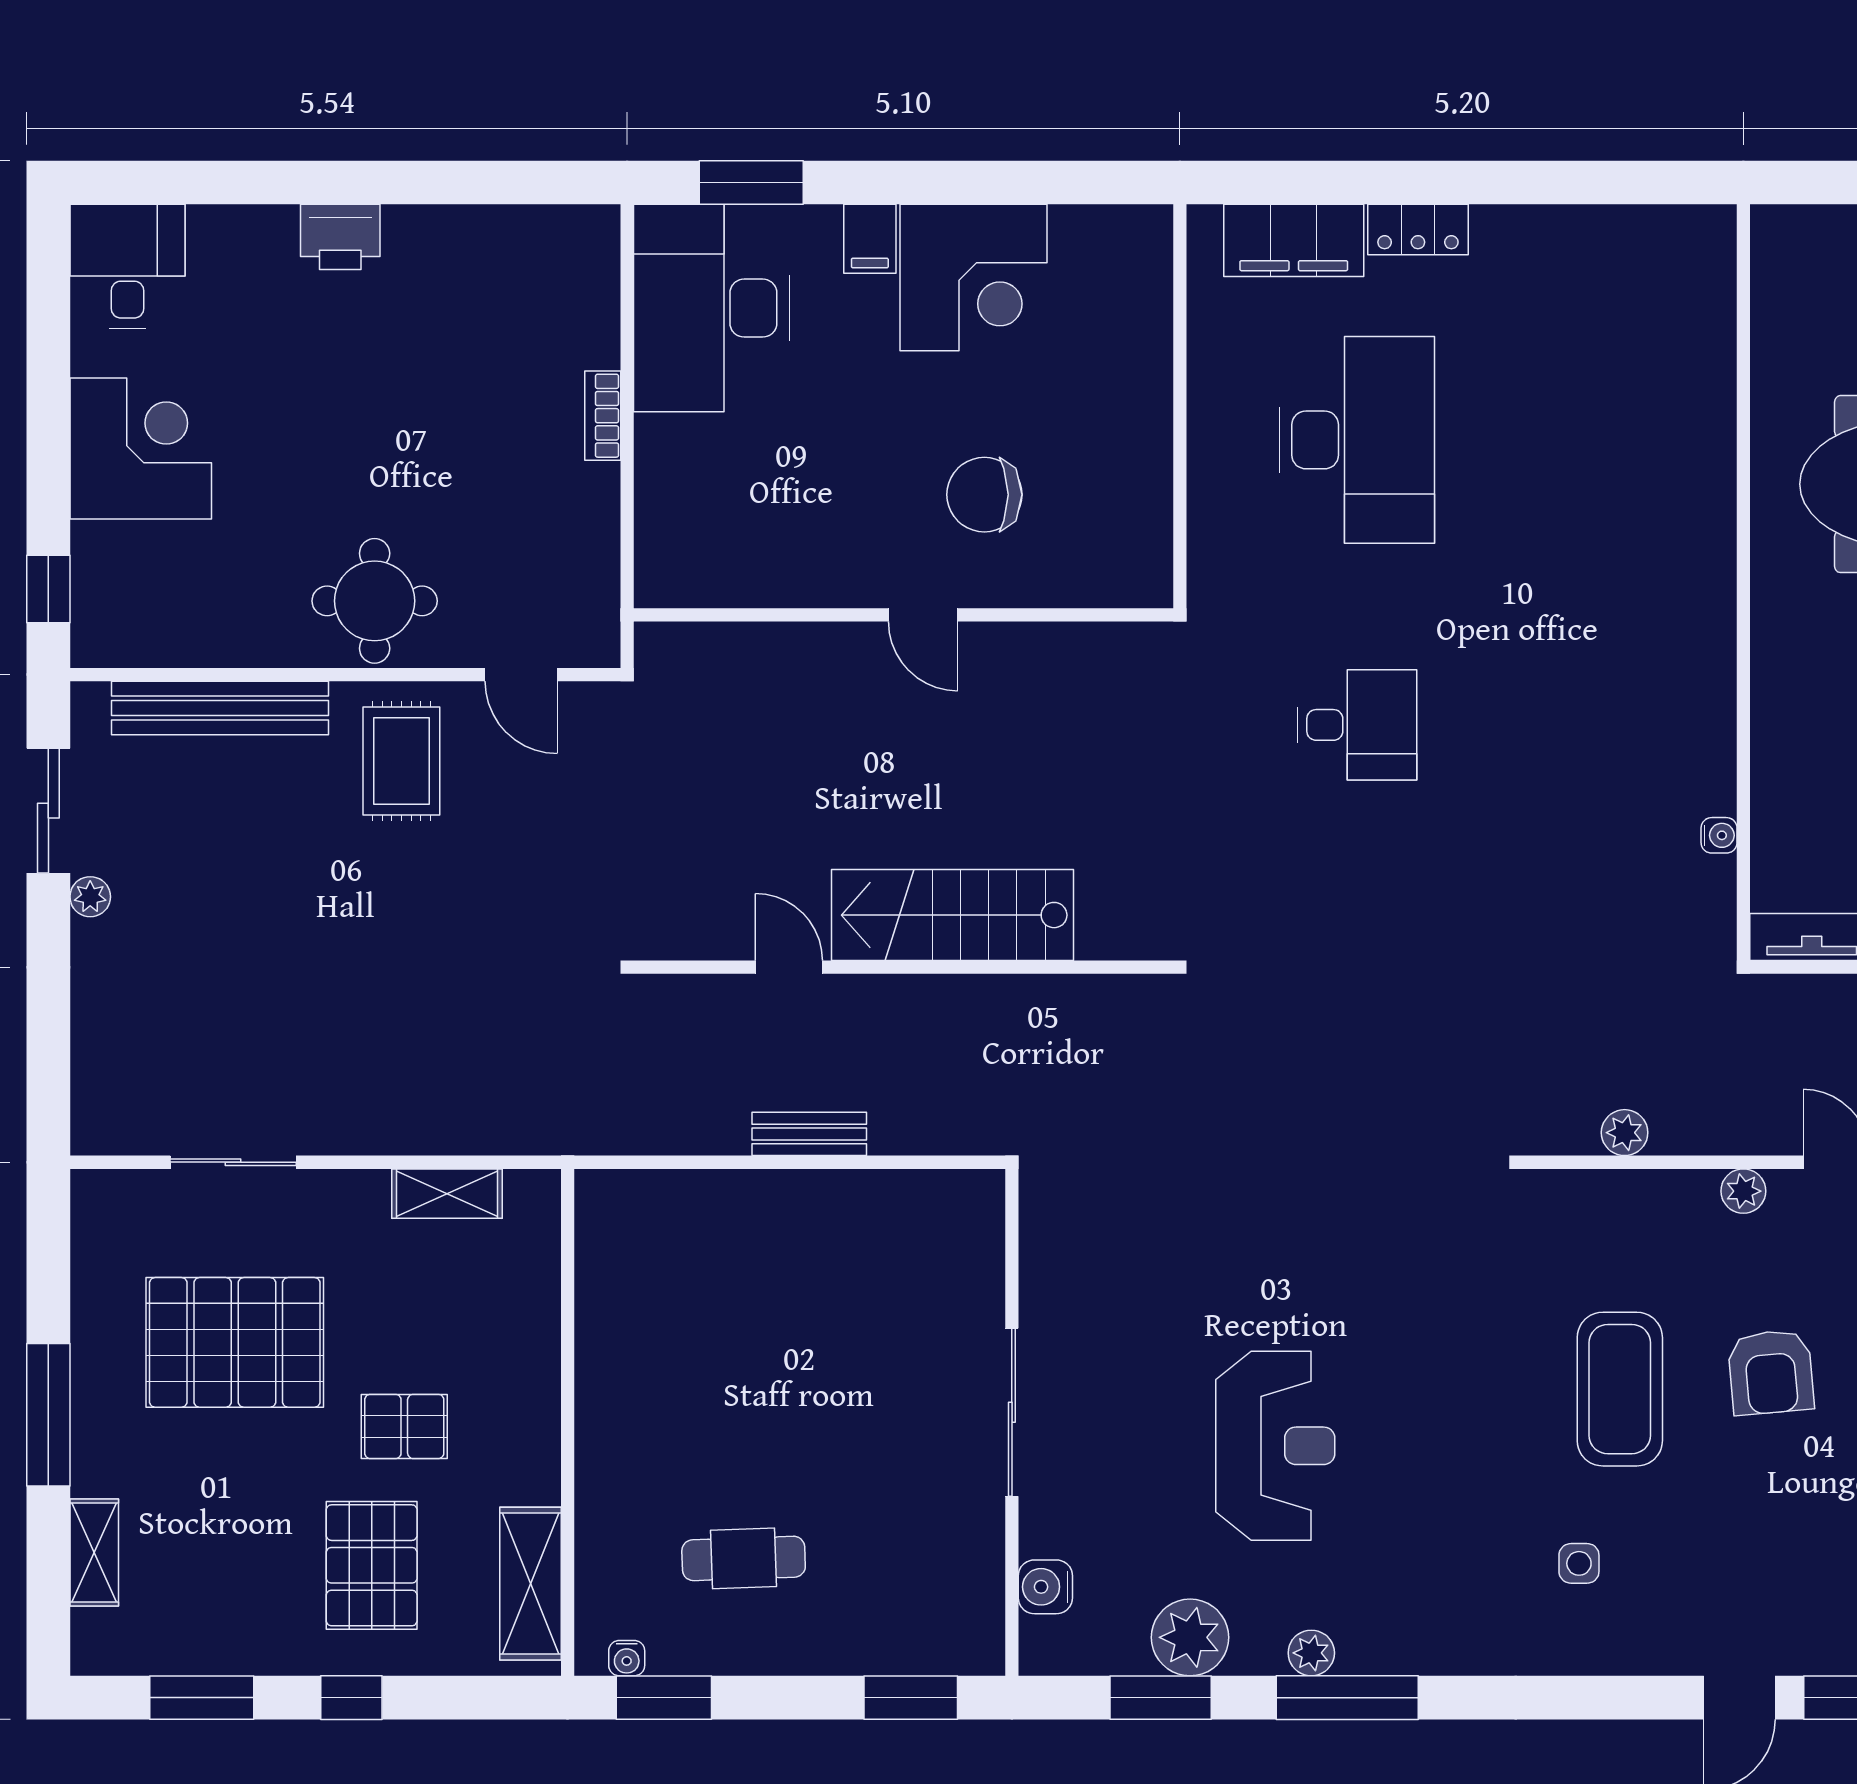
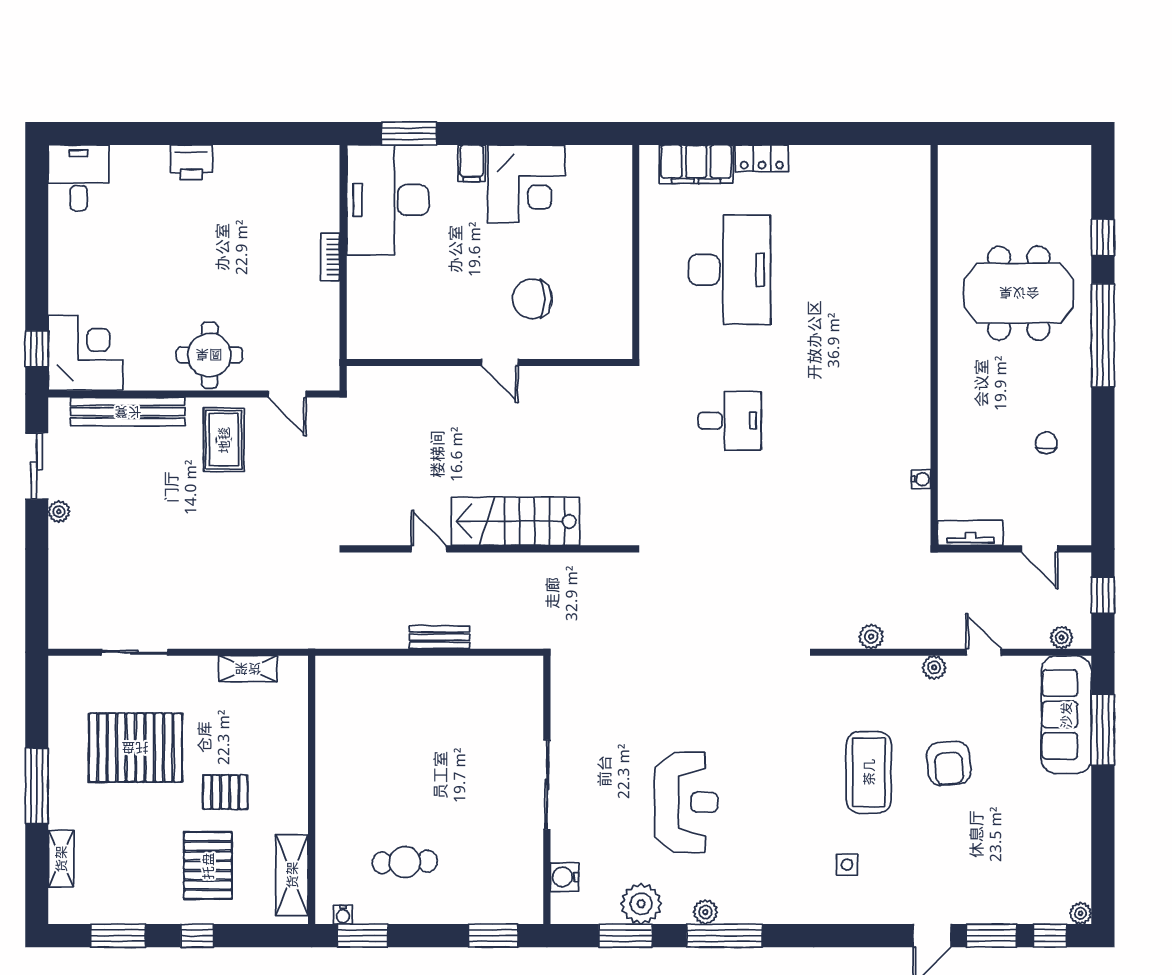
corner desk: (141, 448) -> (86, 353), moved

